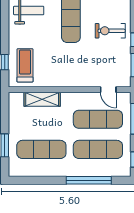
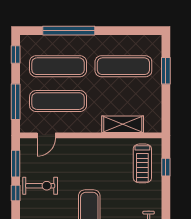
exercise bike: (110, 31) -> (40, 186), moved
door: (108, 90) -> (46, 135), swing flipped

